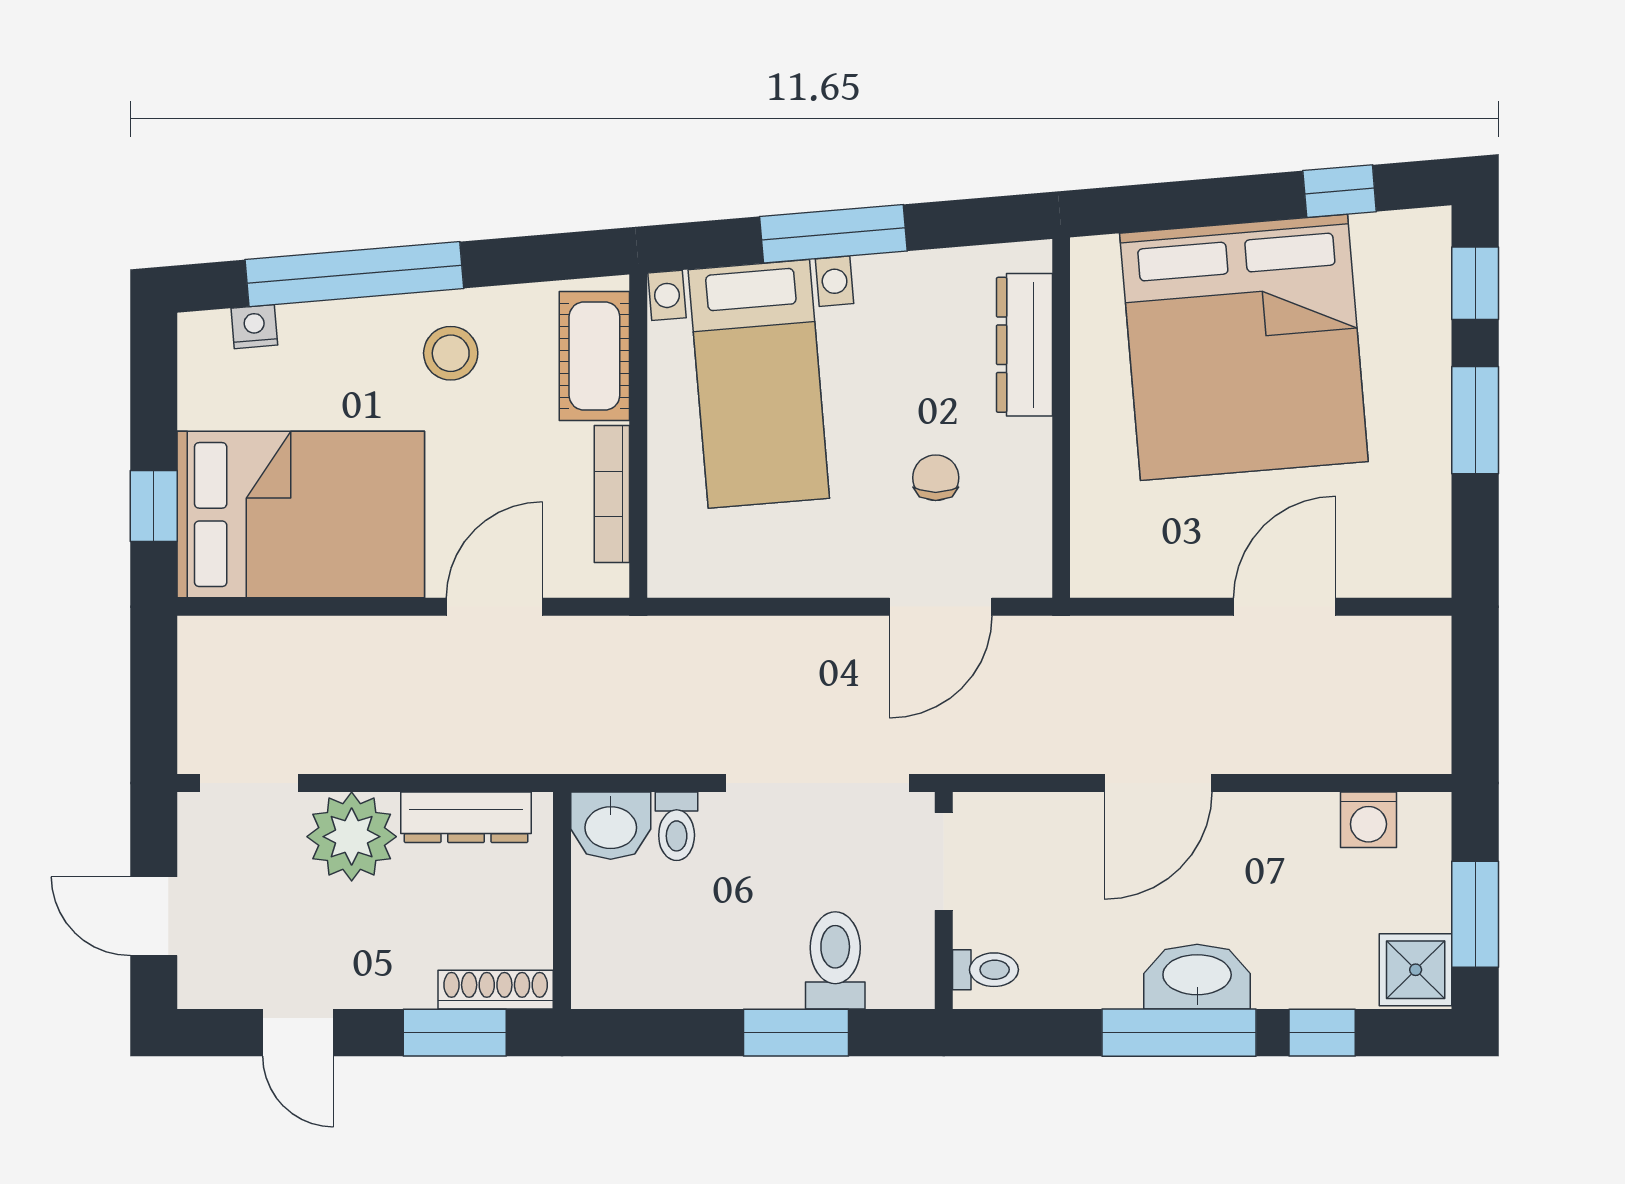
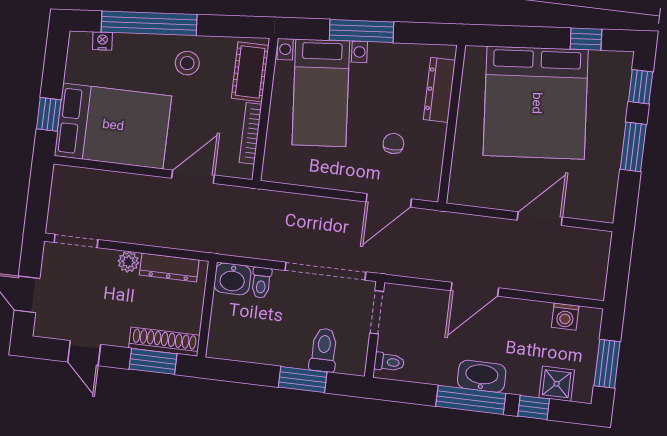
plant: (352, 837) -> (128, 262), width x0.53, depth x0.53
shower: (1416, 970) -> (557, 384), moved
shoe rack: (496, 990) -> (164, 342), width x1.36, depth x1.24

